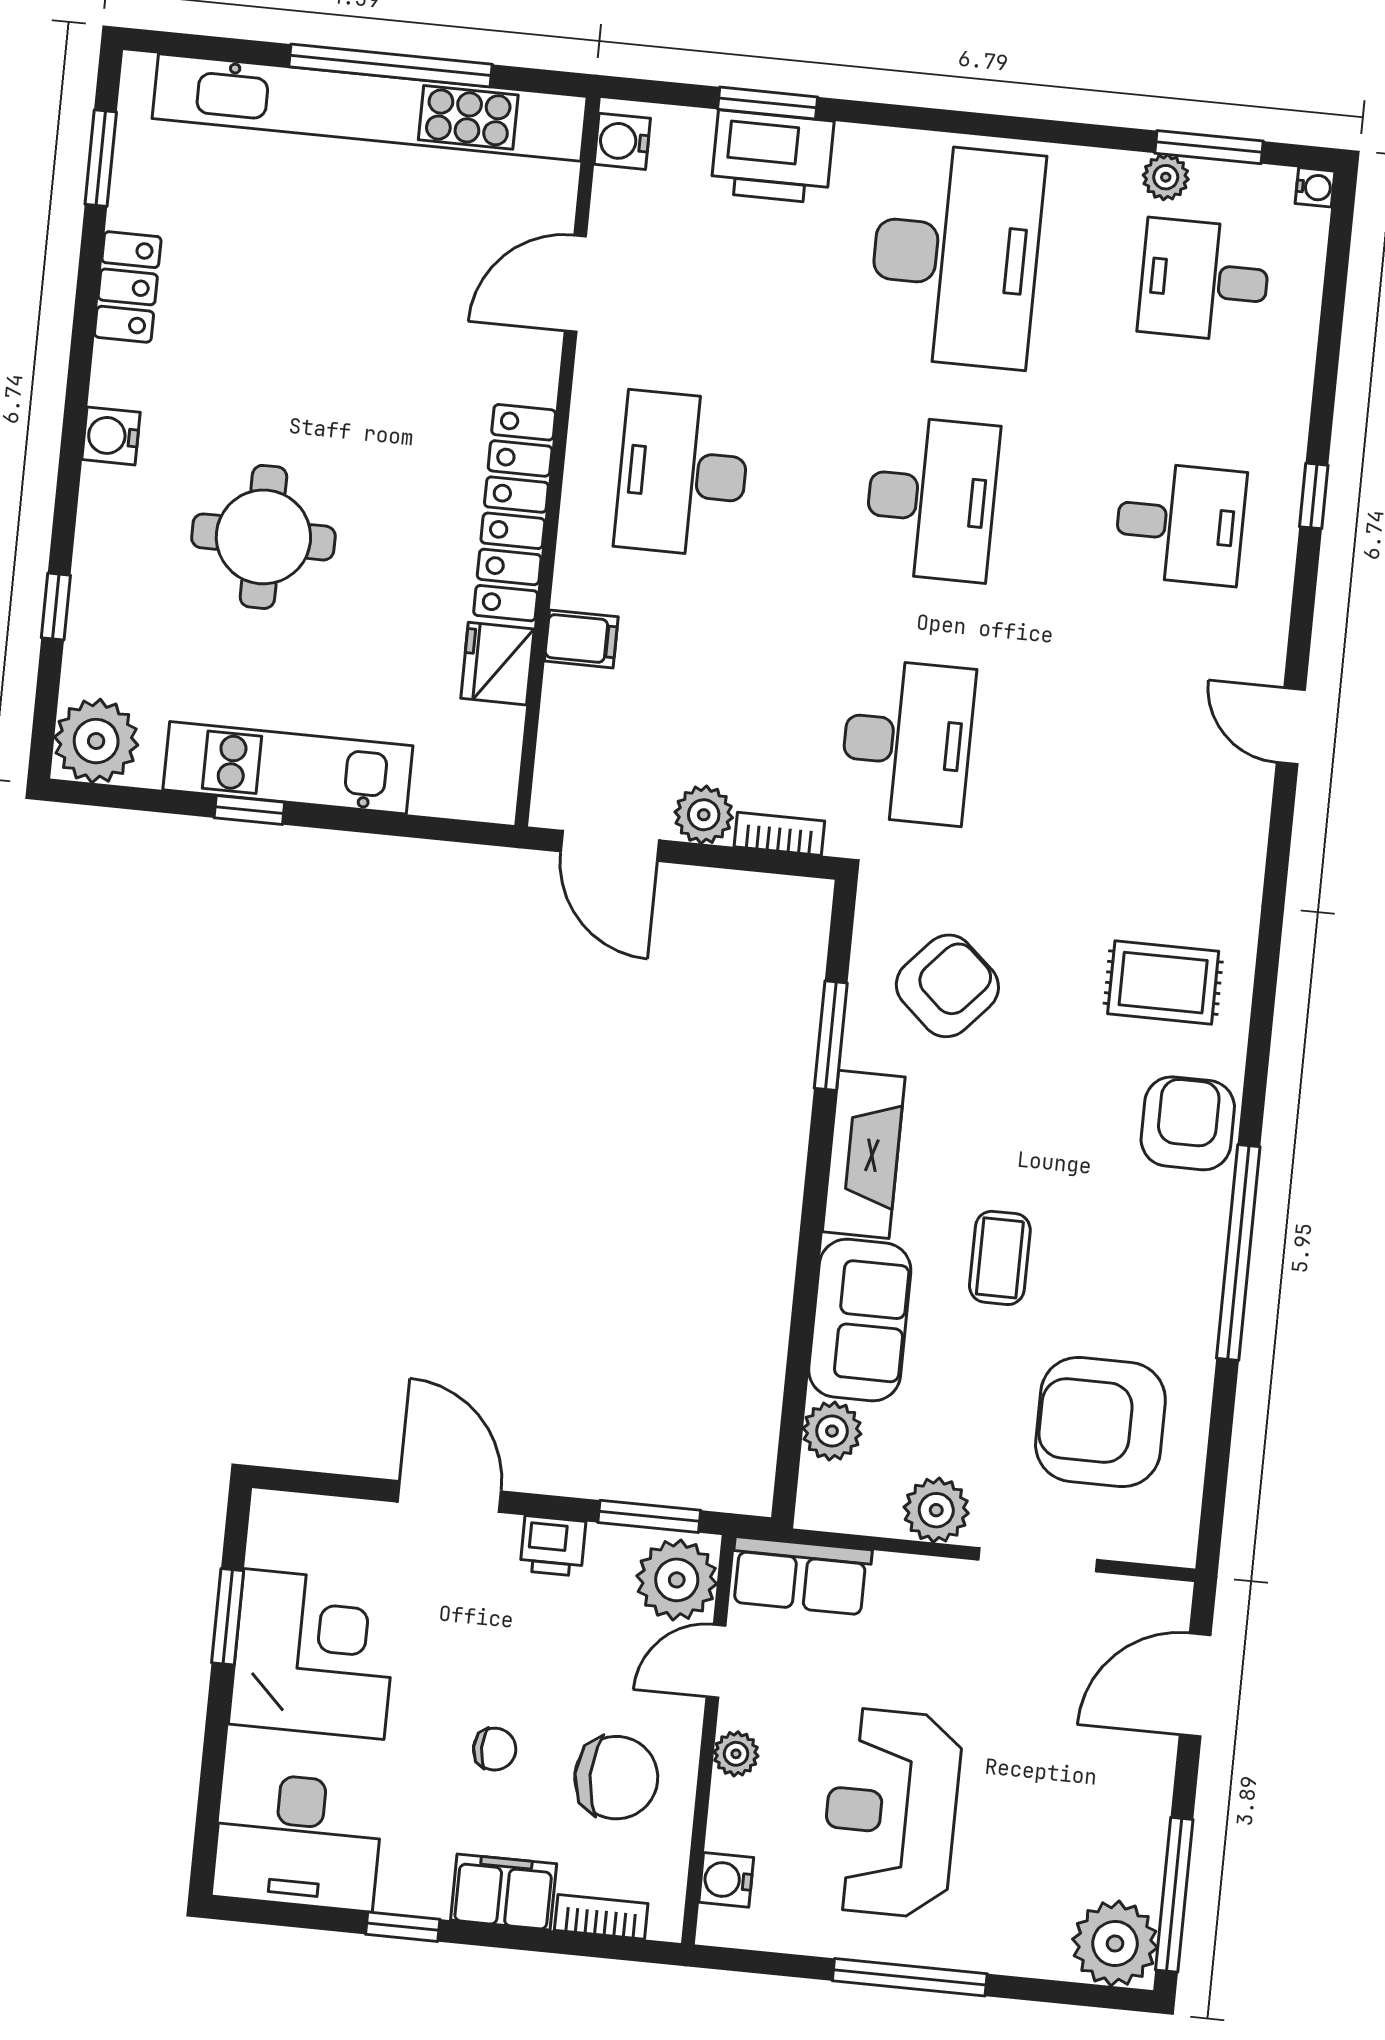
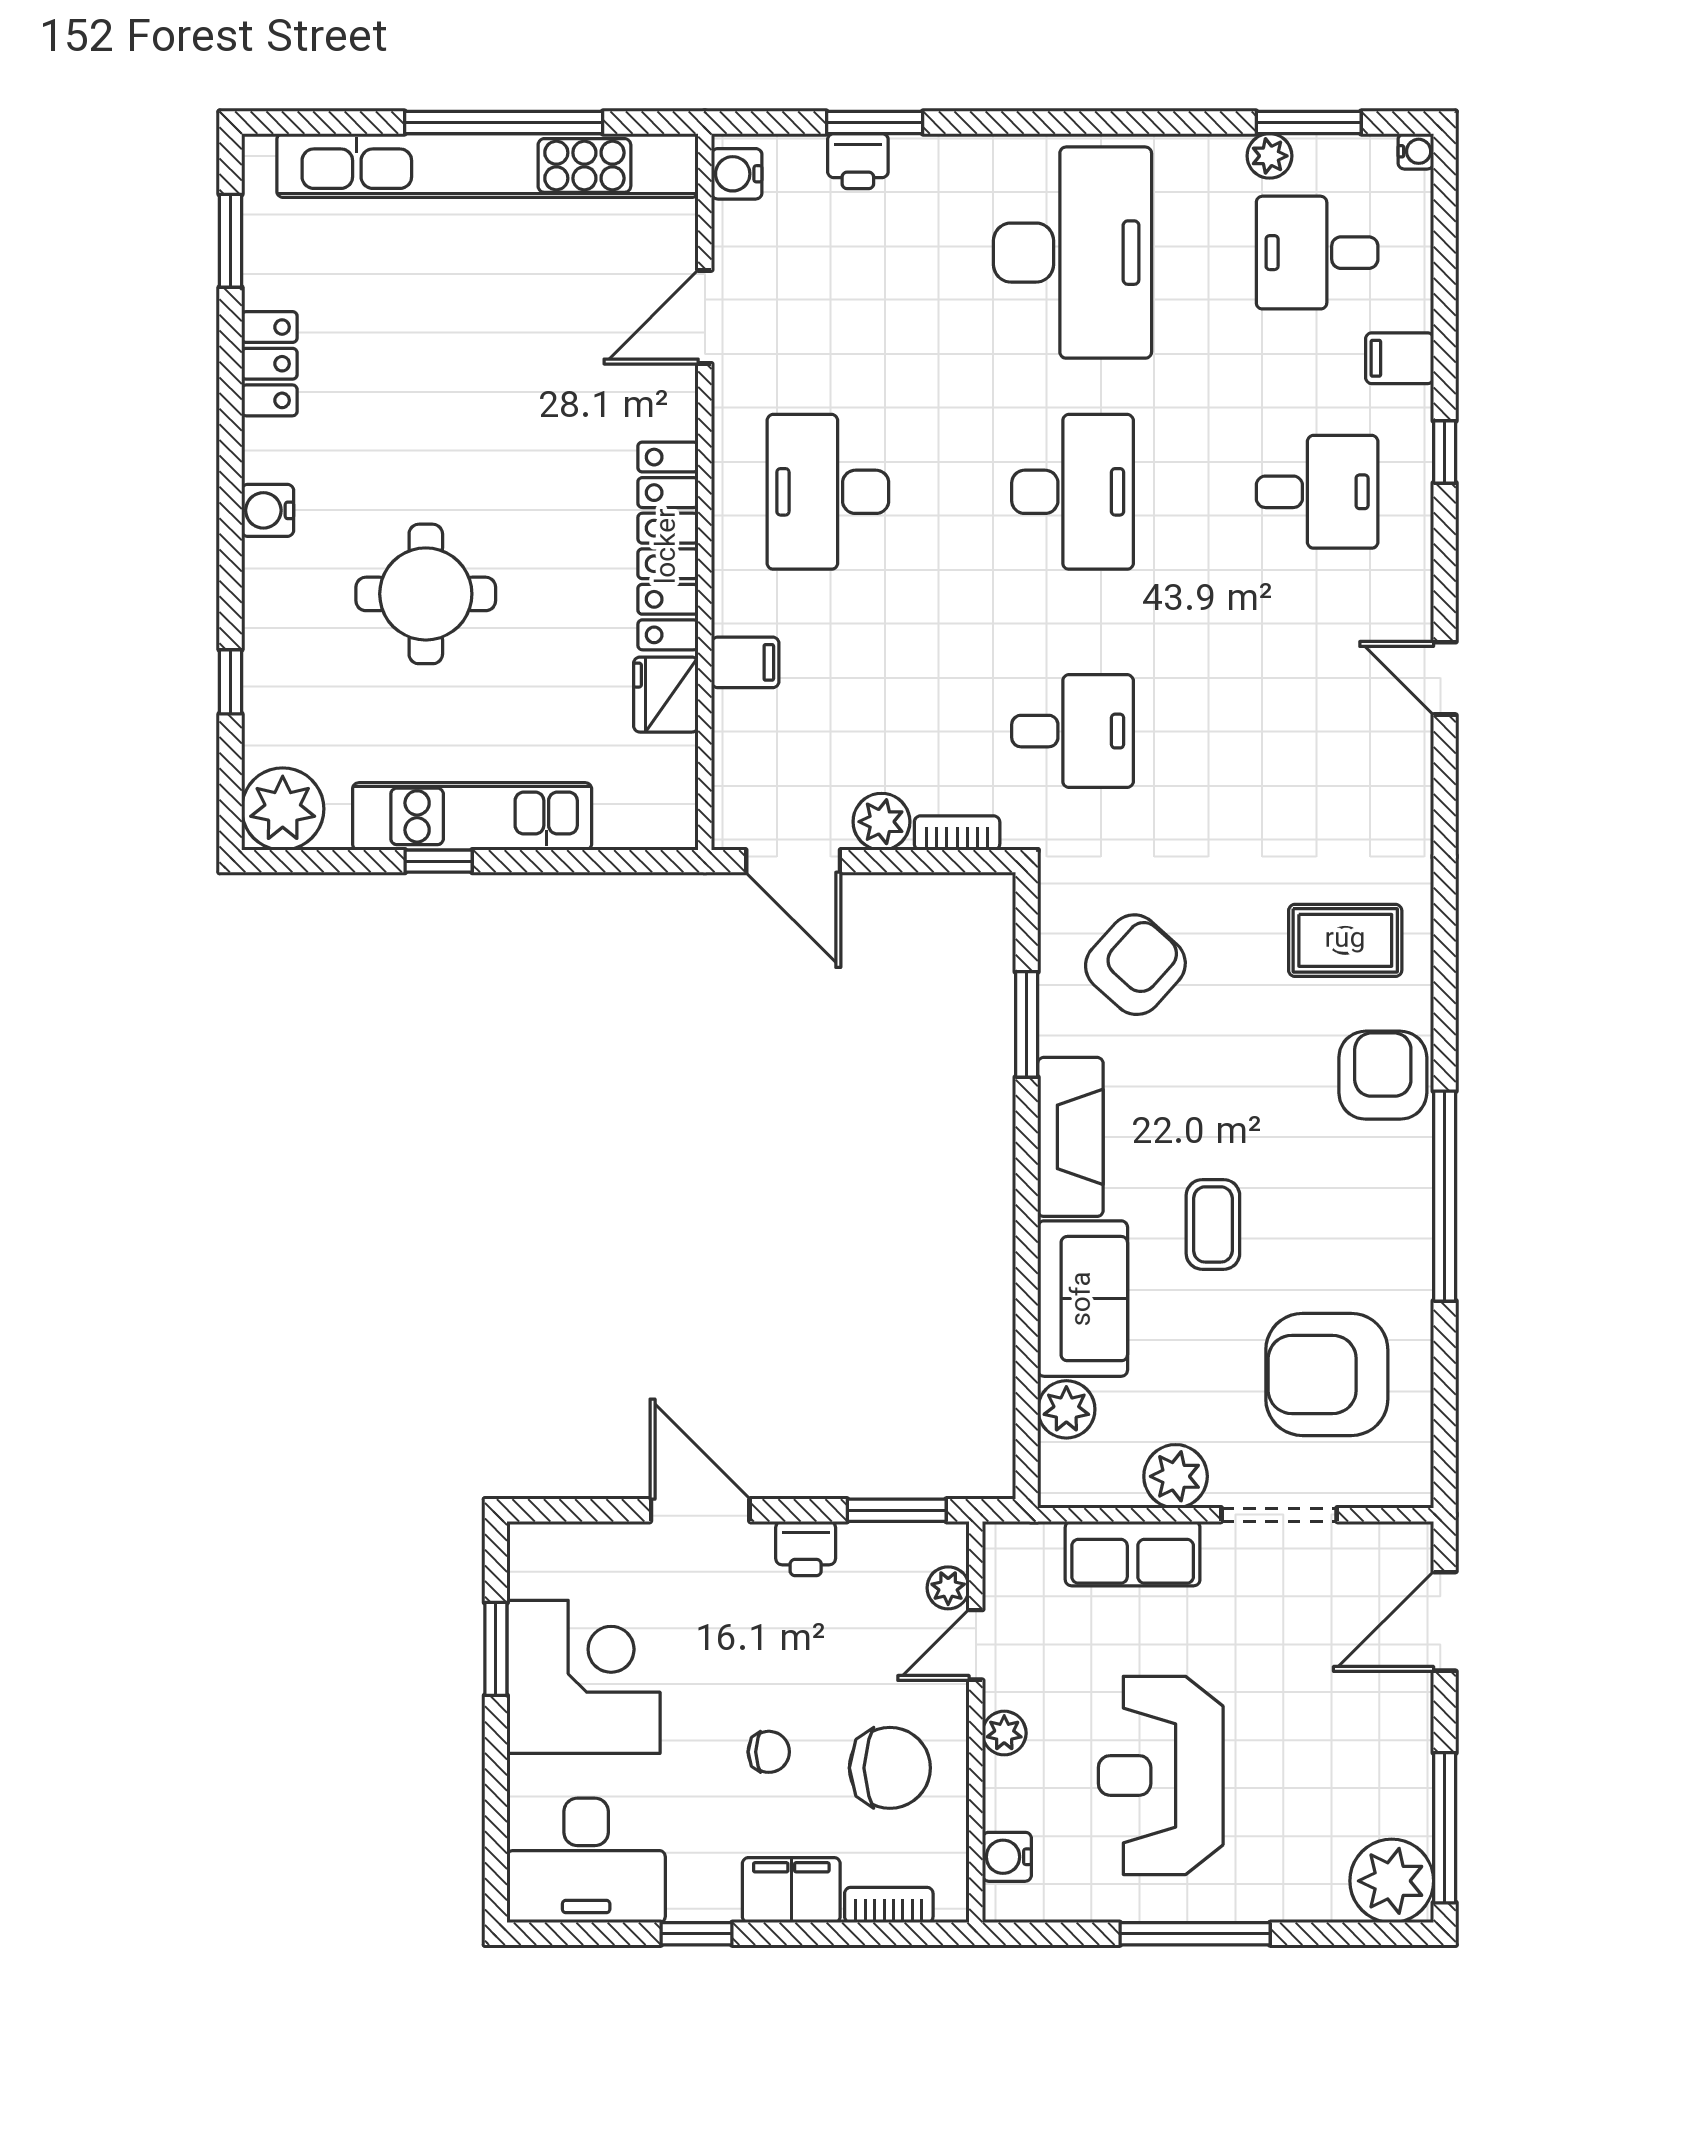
printer: (772, 157) -> (858, 161), width x0.53, depth x0.68
filing cabinet: (1278, 396) -> (1400, 358), added
desk: (907, 742) -> (1073, 731), width x0.73
row of seats: (801, 1576) -> (1133, 1554), moved
plant: (677, 1580) -> (948, 1588), width x0.53, depth x0.53

